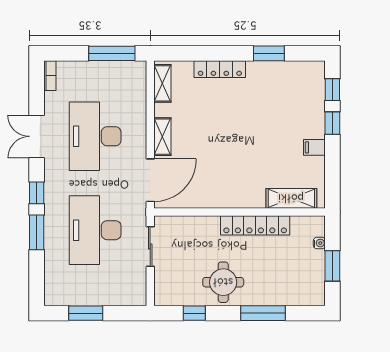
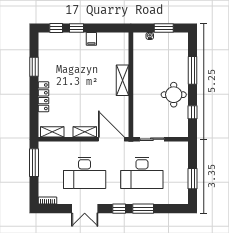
shelving: (291, 198) -> (123, 80), moved
locker: (255, 225) -> (139, 75), removed

